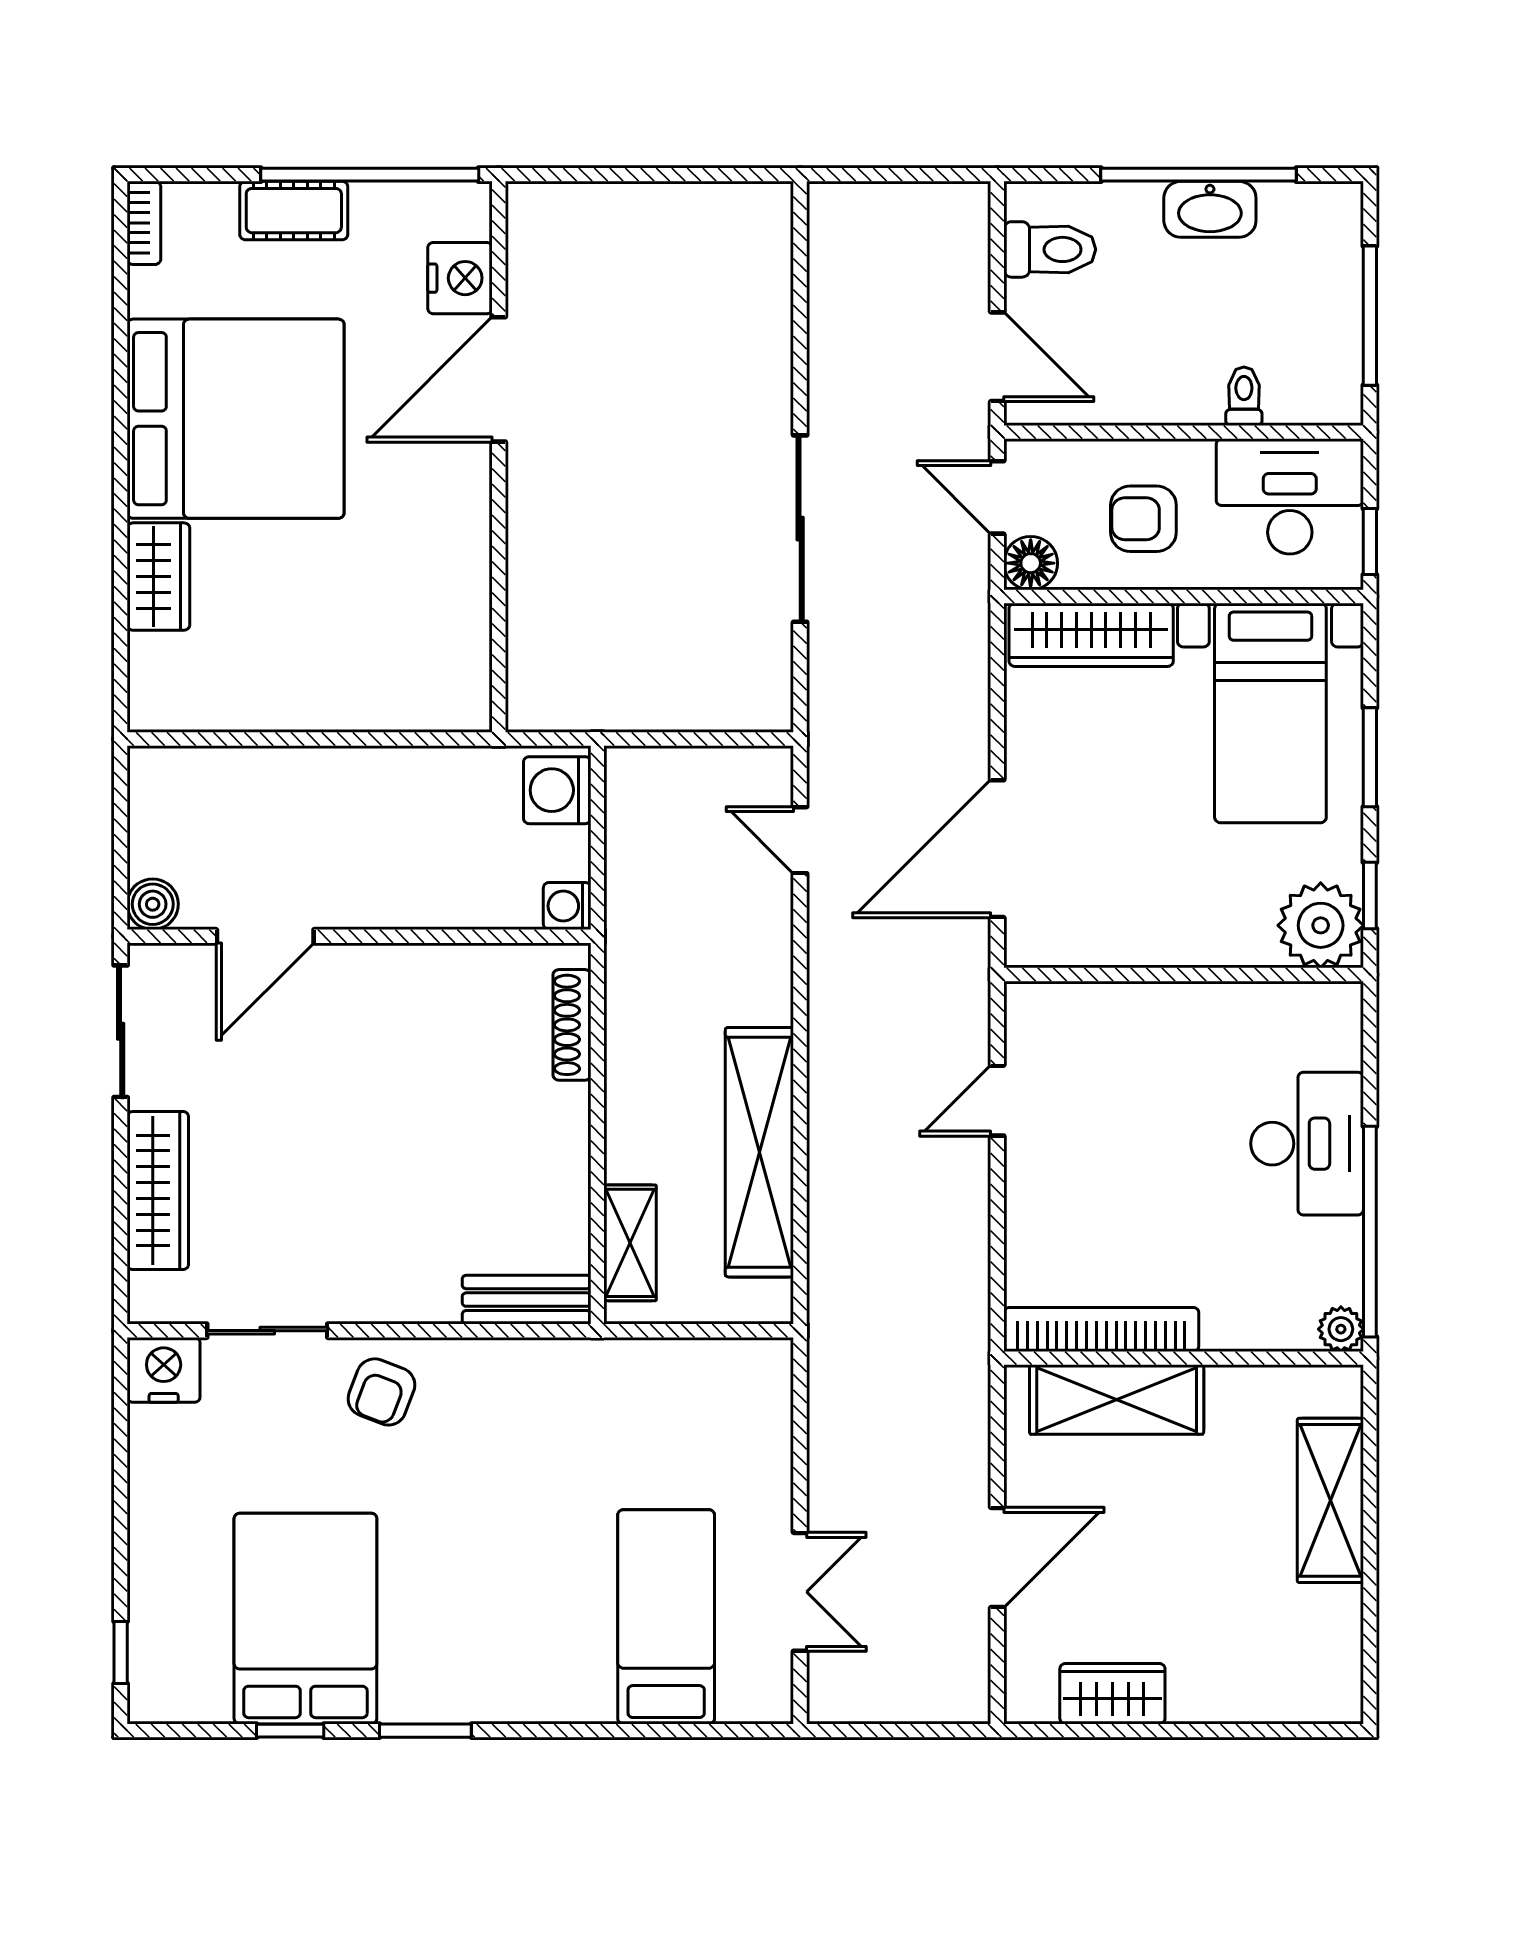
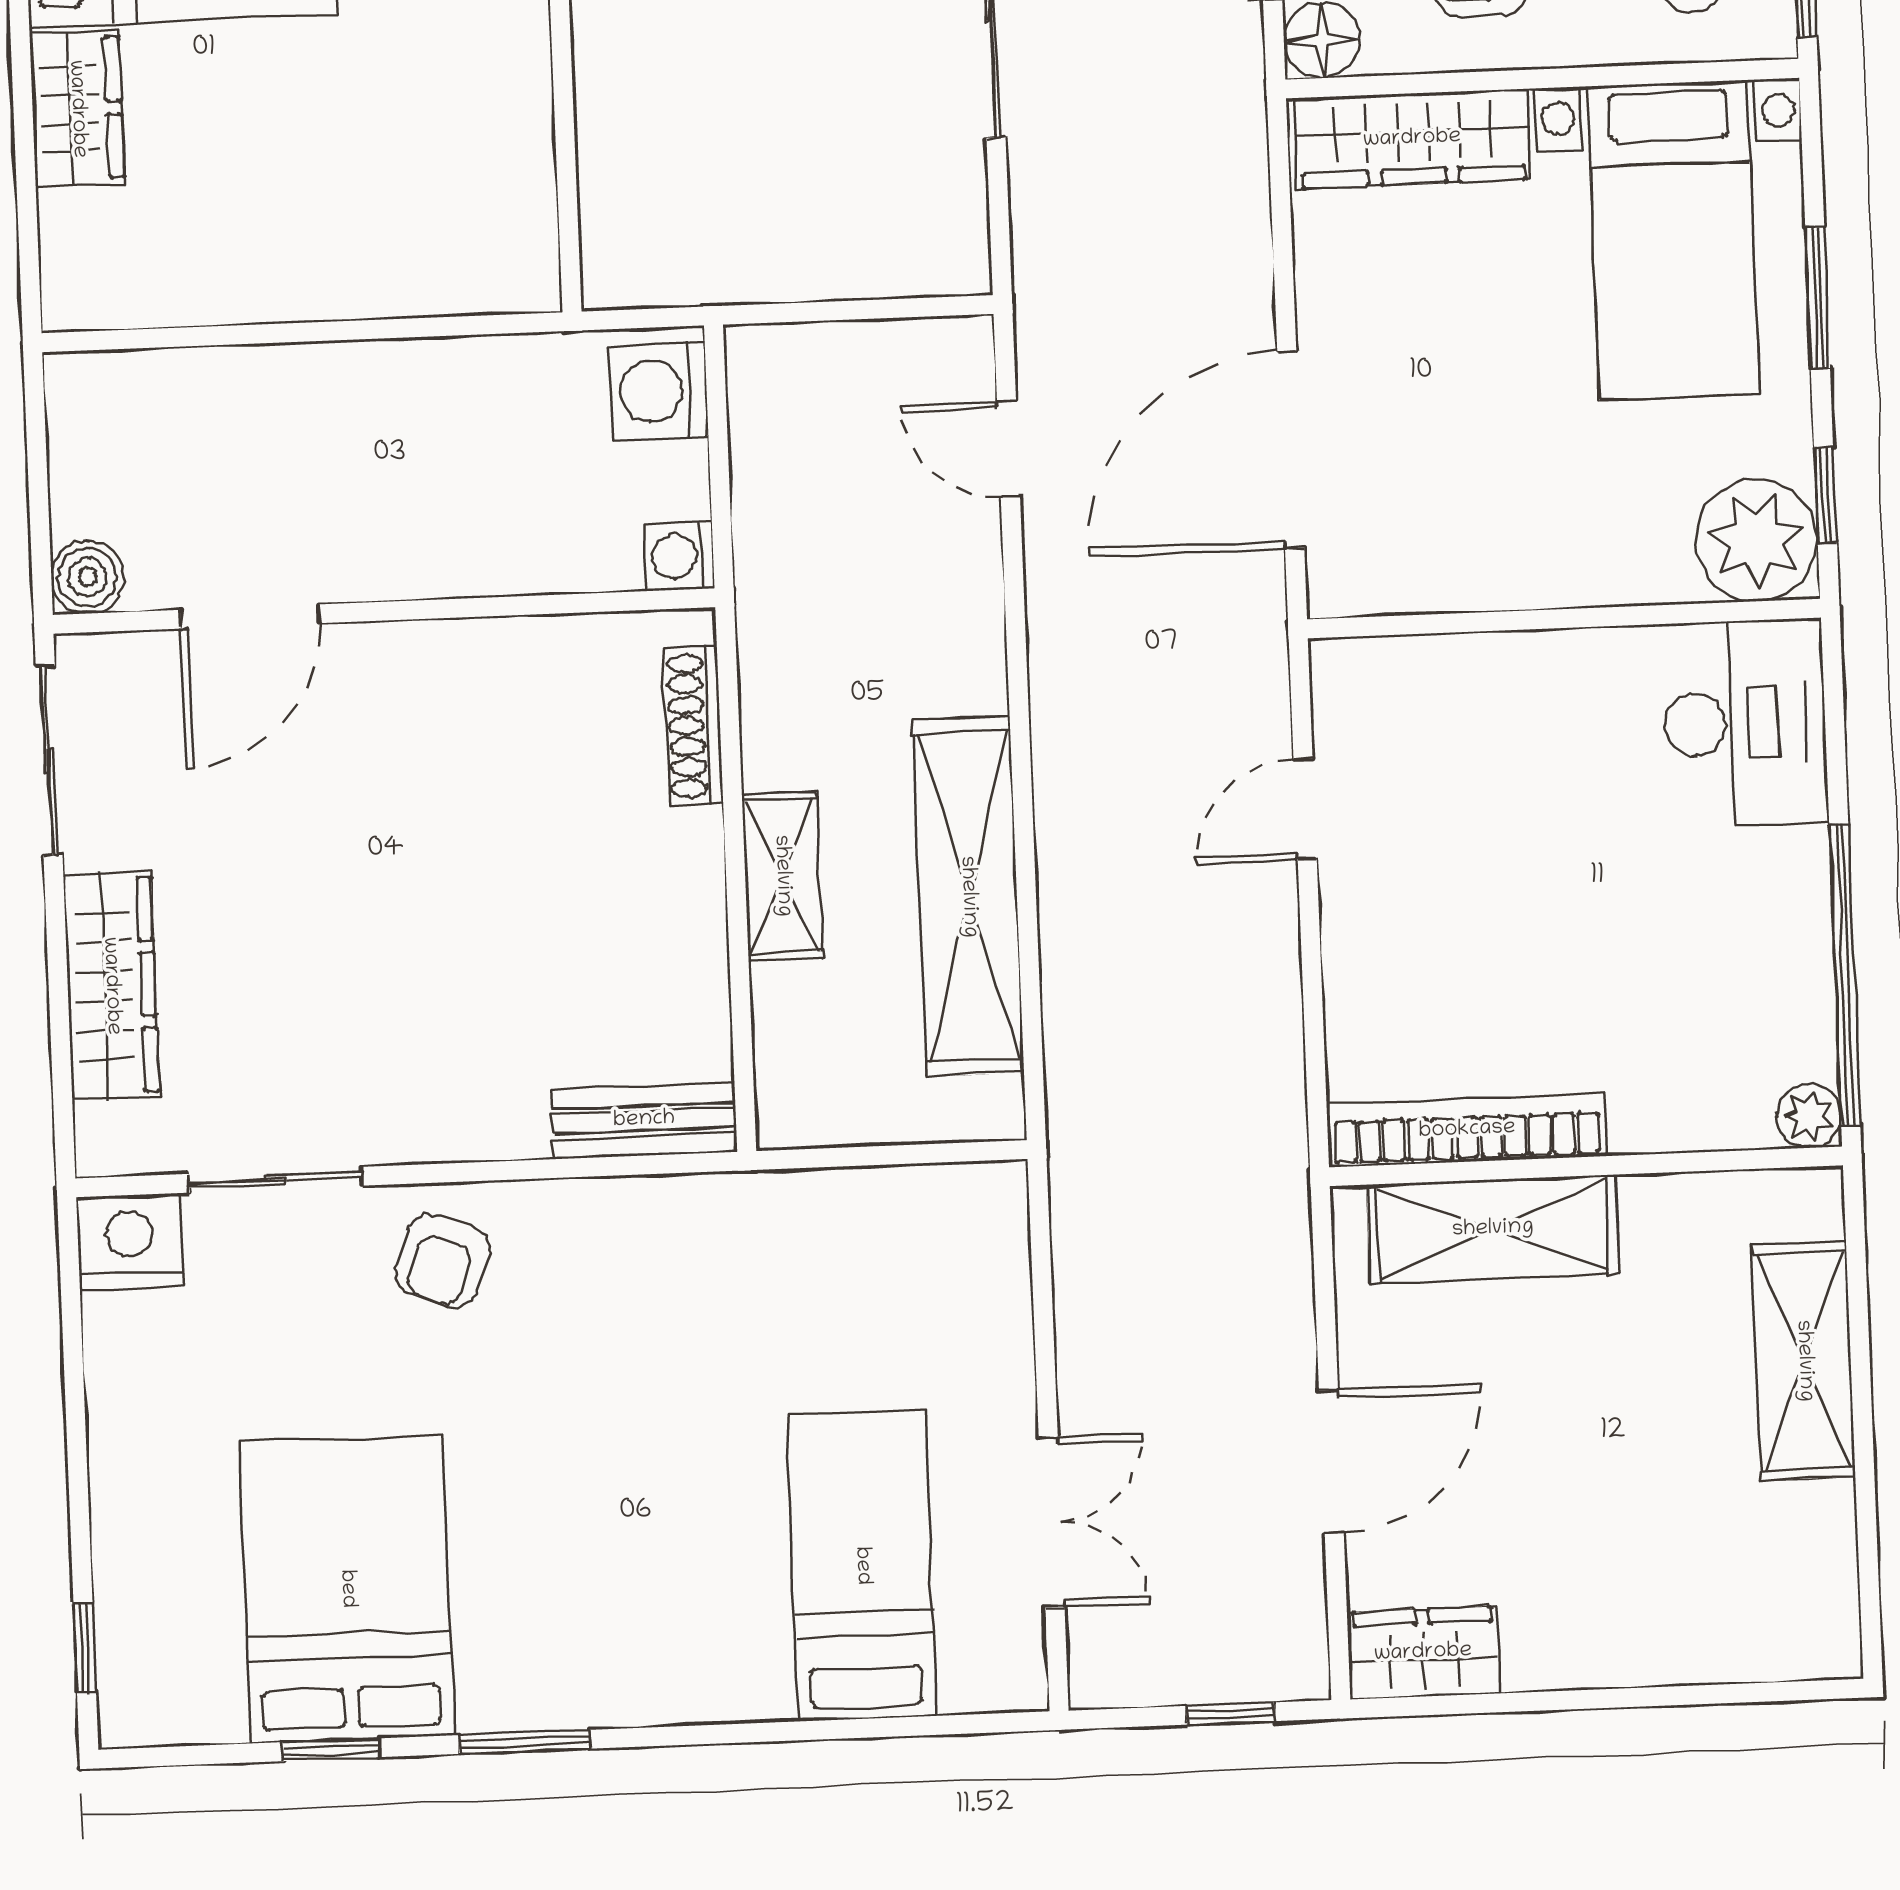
desk: (1307, 1144) -> (1745, 723), moved
shelving: (630, 1243) -> (782, 876), moved
wardrobe: (1112, 1694) -> (1423, 1653), moved
window: (920, 1731) -> (1230, 1714), added

